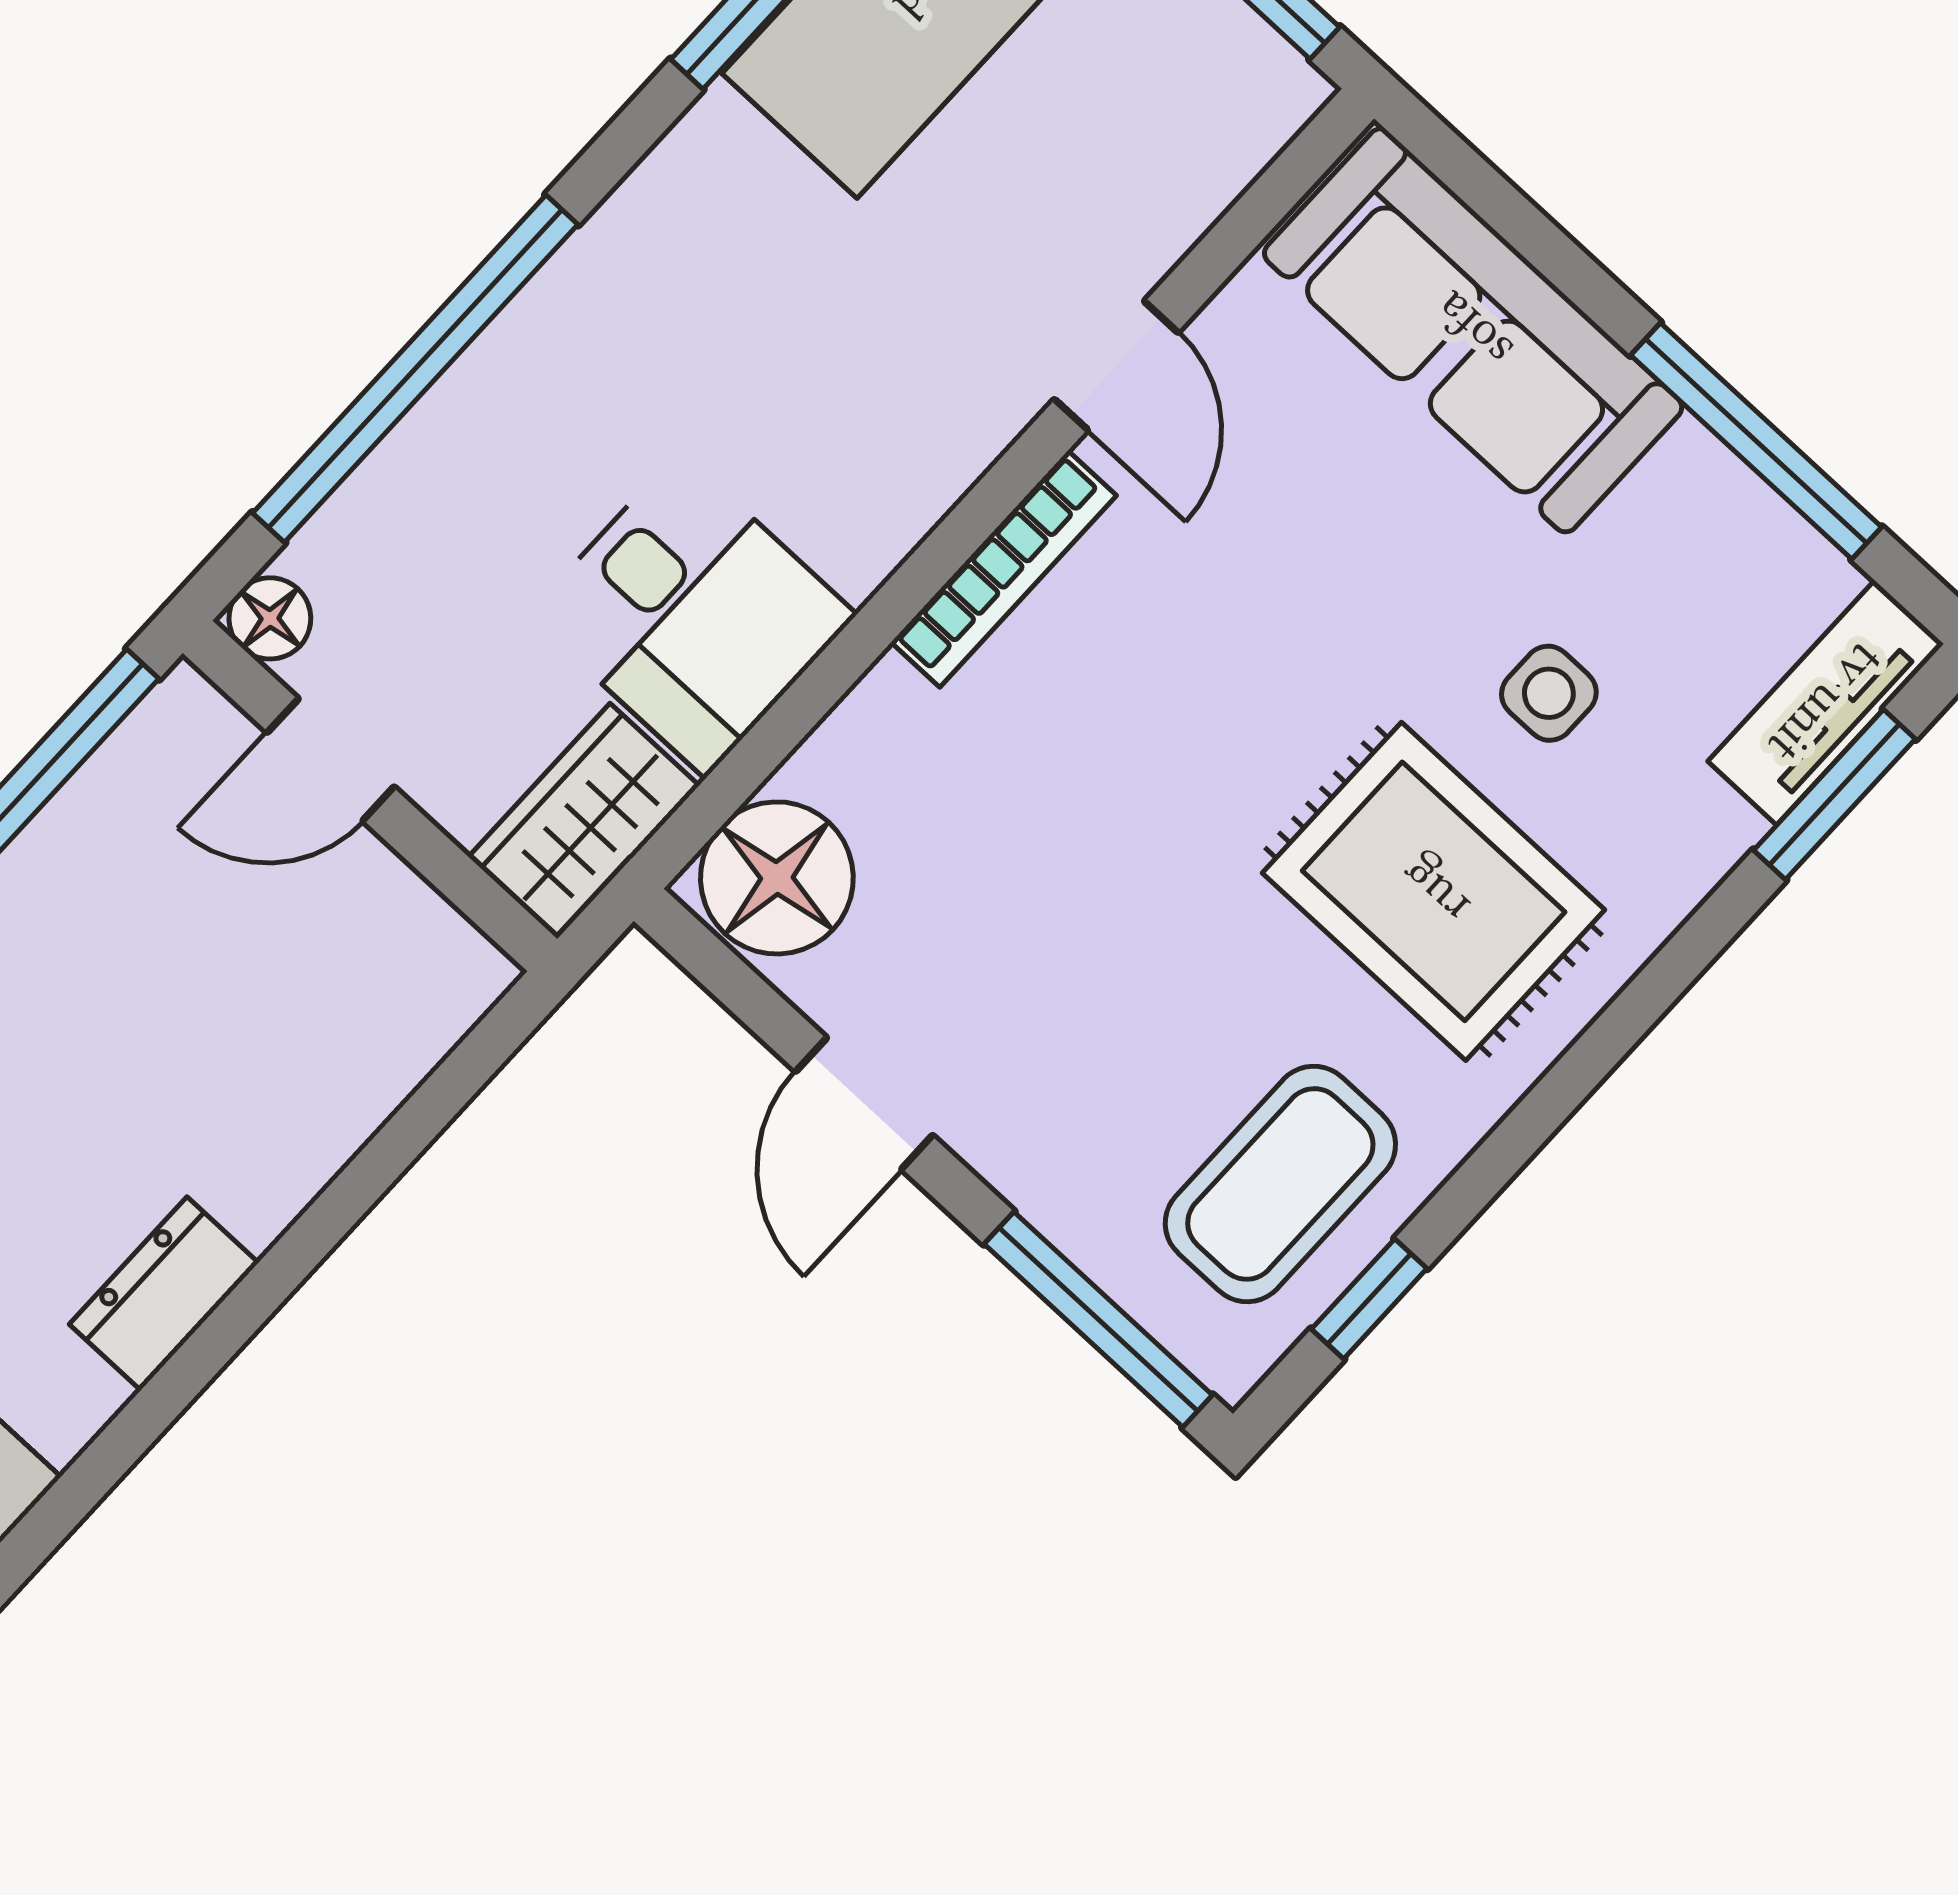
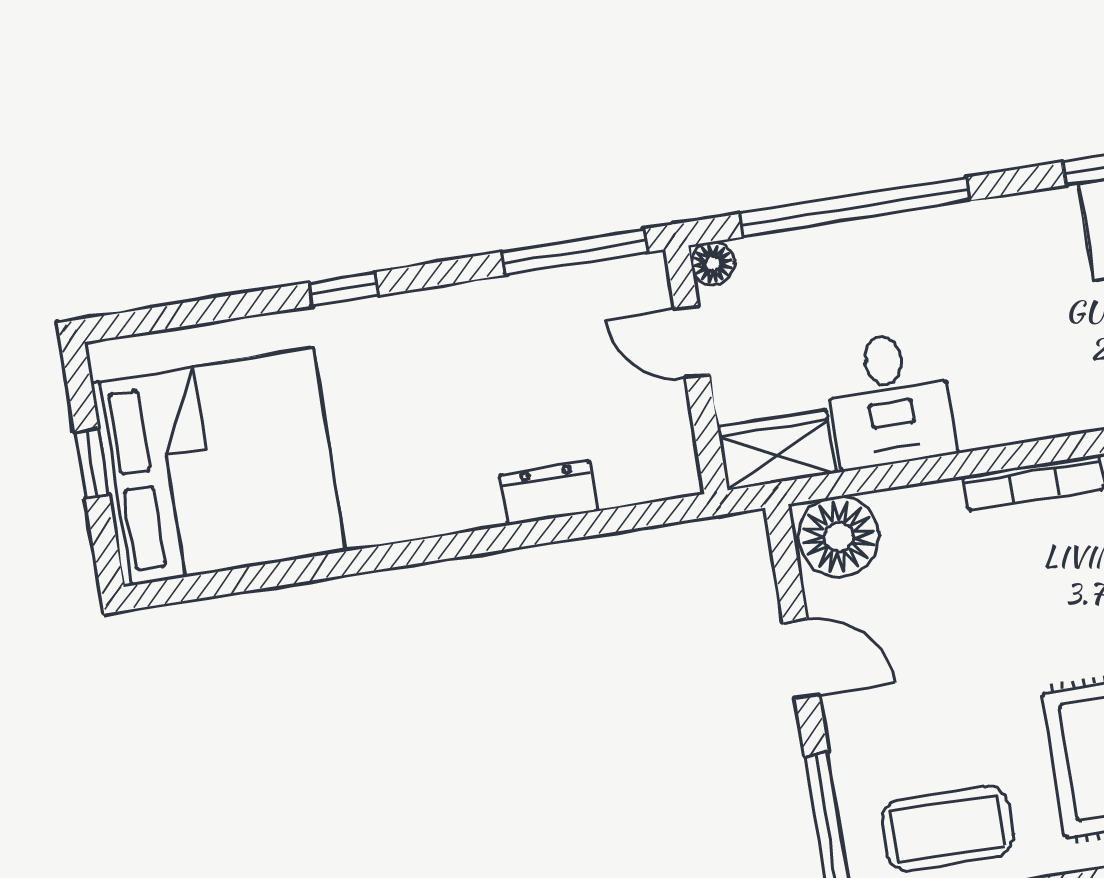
door: (864, 1103) -> (801, 659), swing flipped
dresser: (164, 1294) -> (549, 493), moved

